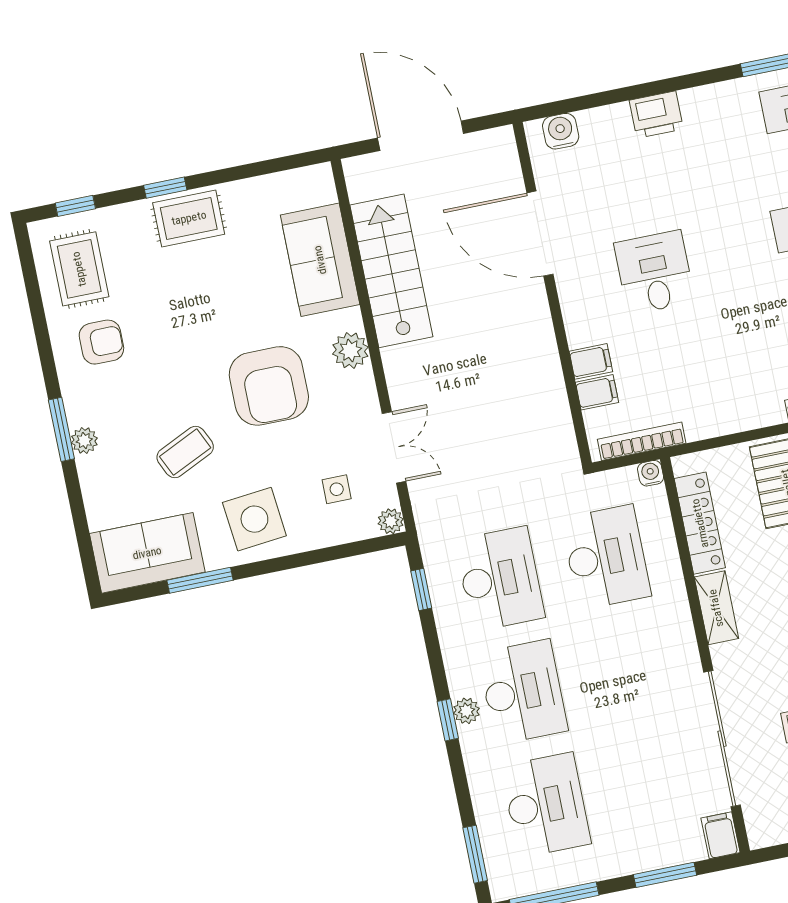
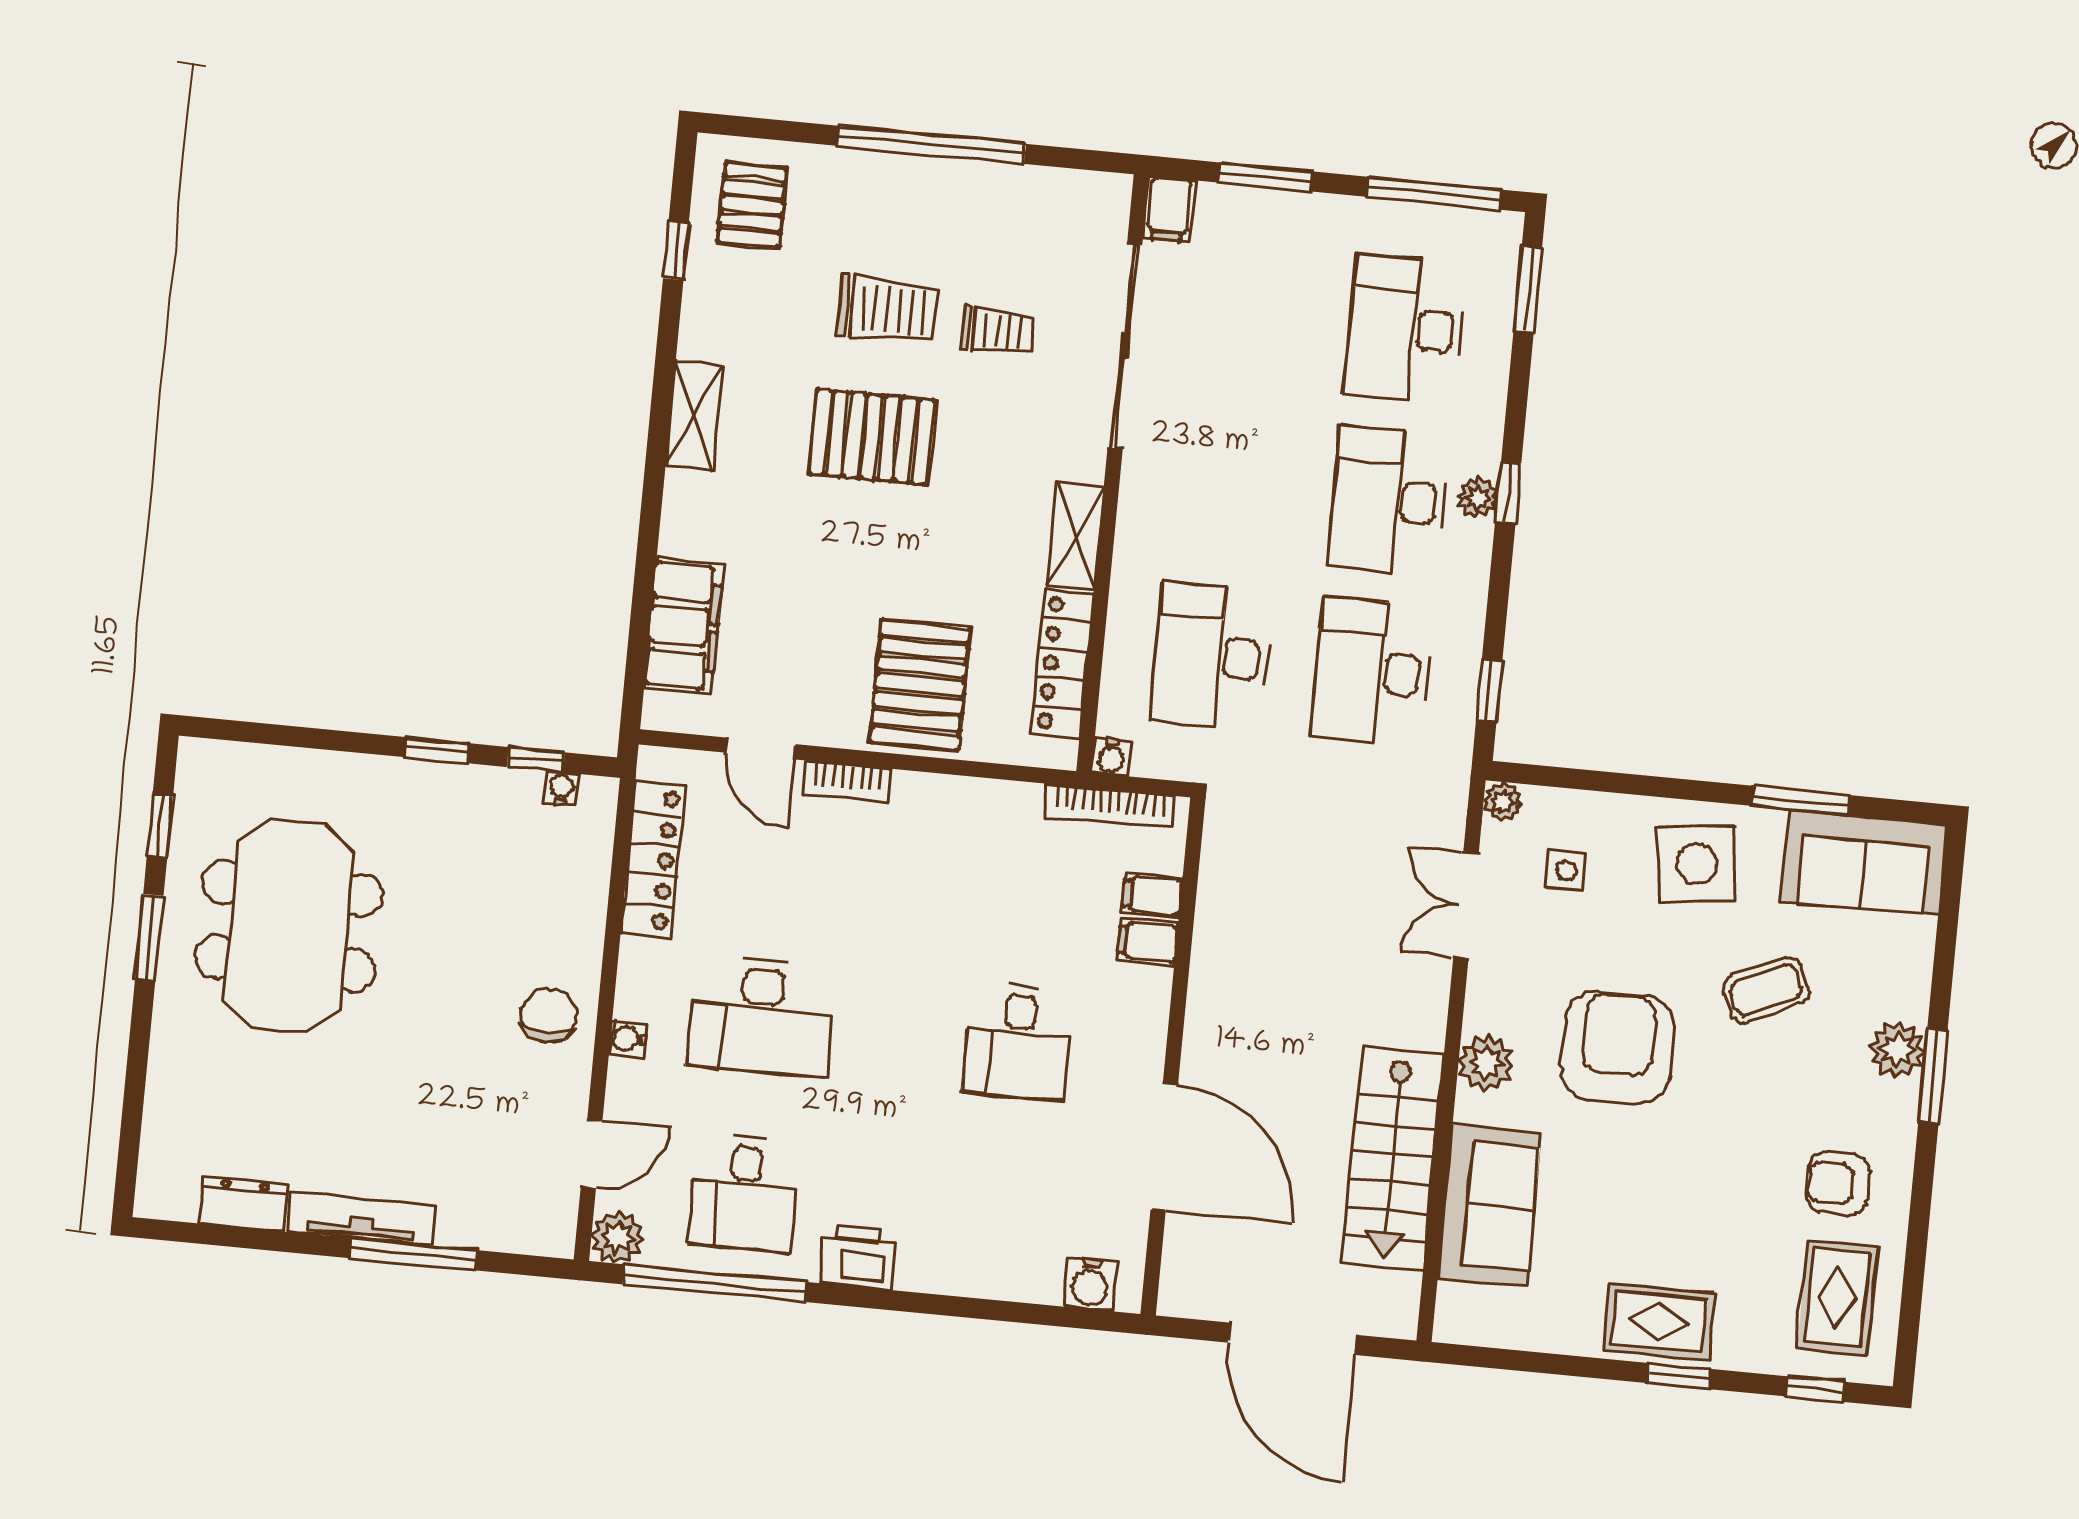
printer: (656, 115) -> (857, 1257), moved
plant: (84, 440) -> (1898, 1050), width x1.38, depth x1.38

